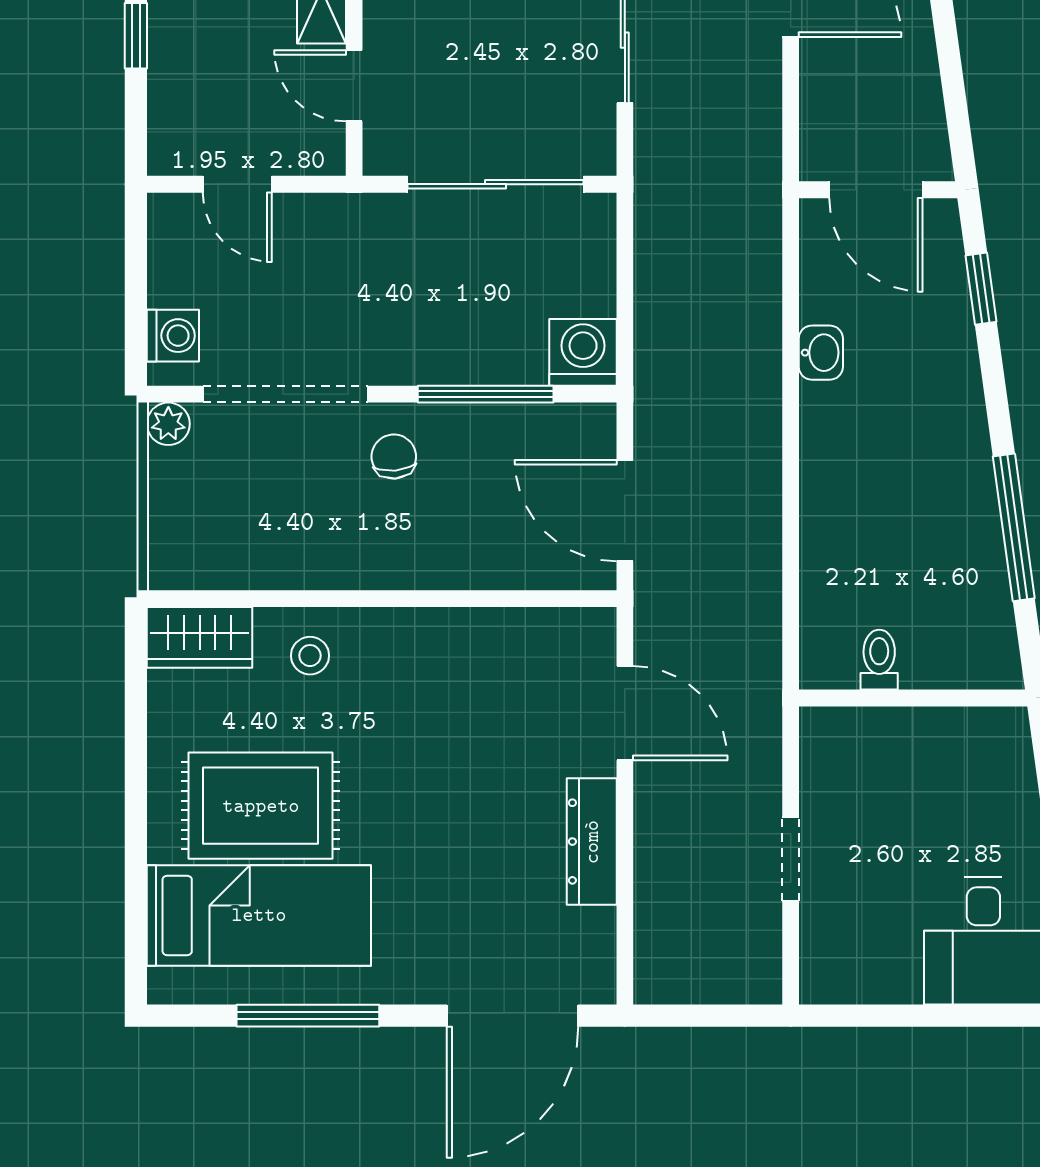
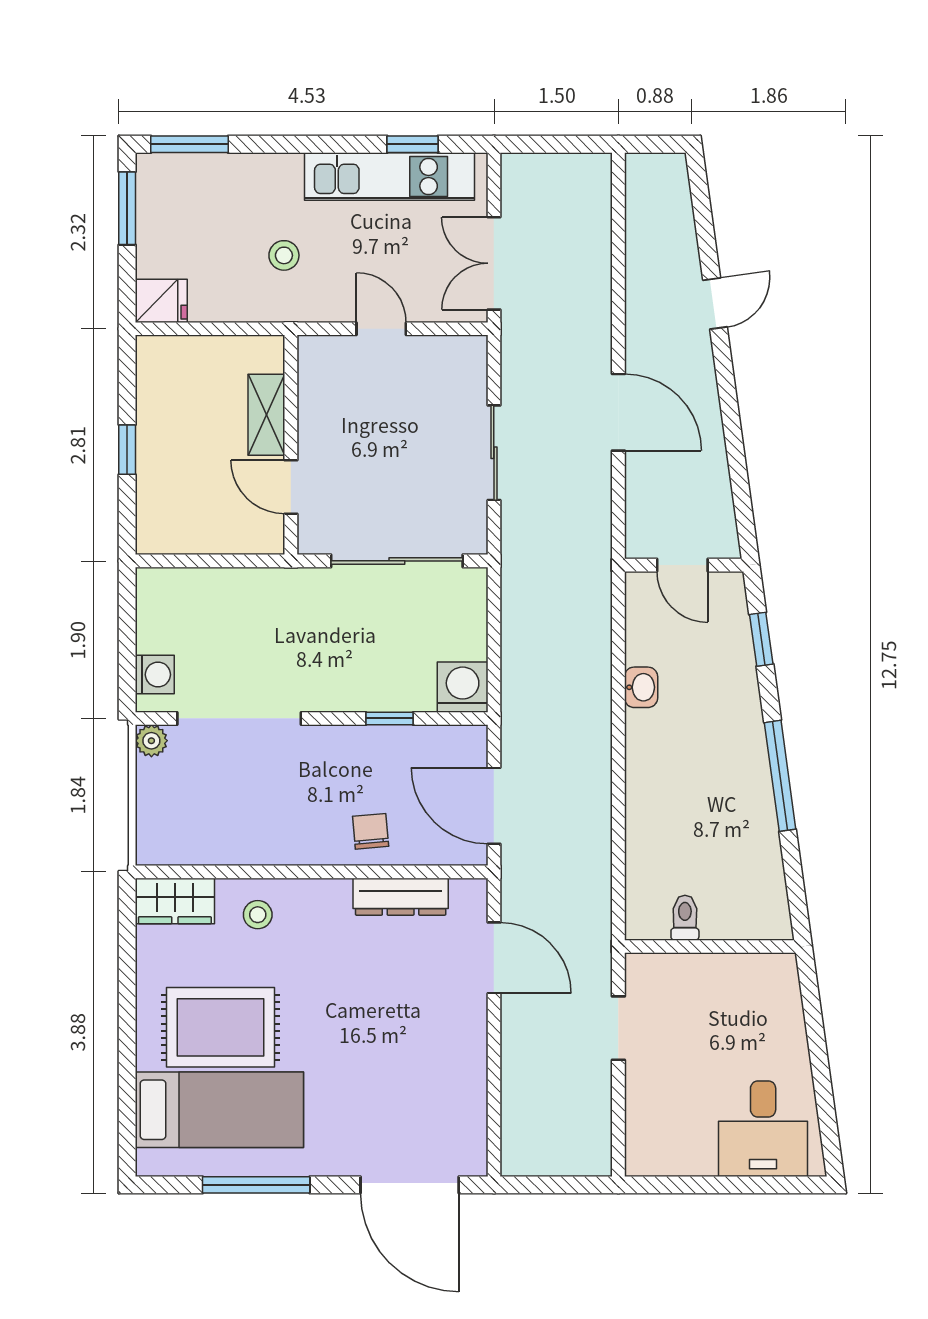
door: (237, 184) -> (203, 561), removed
door: (876, 190) -> (682, 565), width x0.73
window: (486, 394) -> (390, 718), width x0.46
chair: (394, 456) -> (371, 831), moved
window: (1014, 527) -> (780, 776), moved
dresser: (592, 842) -> (401, 897), moved, turned -90
doorway: (791, 859) -> (618, 1028), moved
door: (513, 1016) -> (410, 1185), hinge flipped

